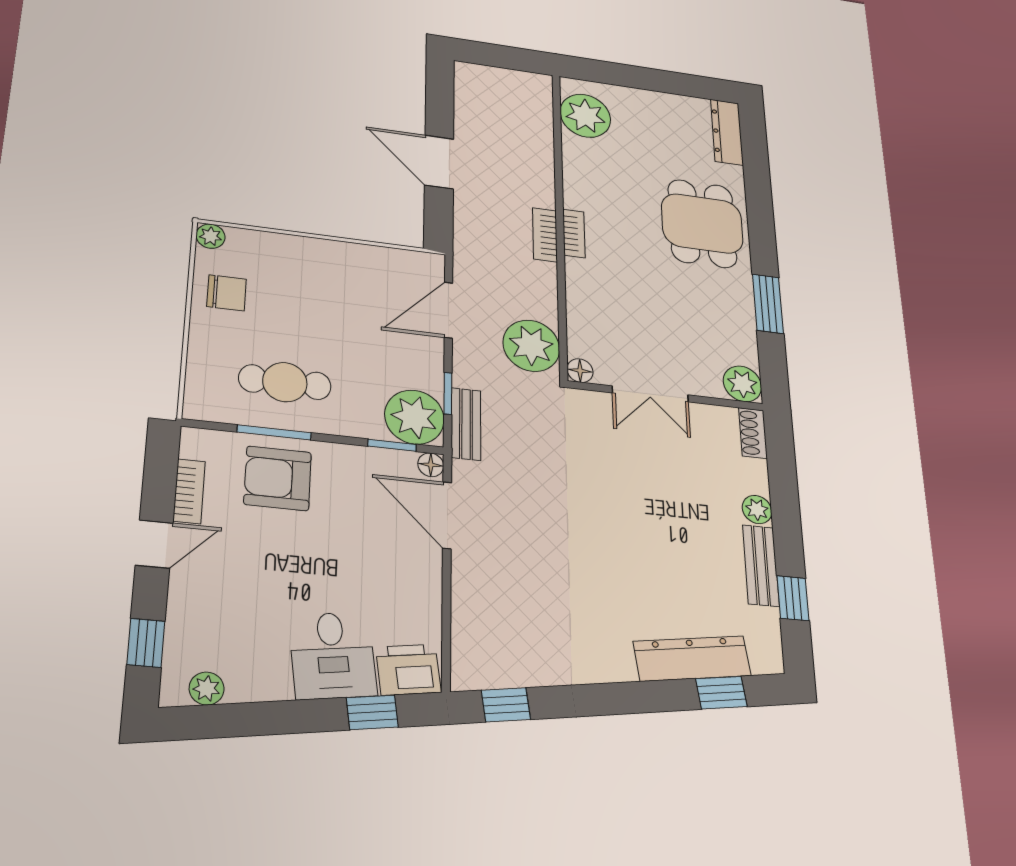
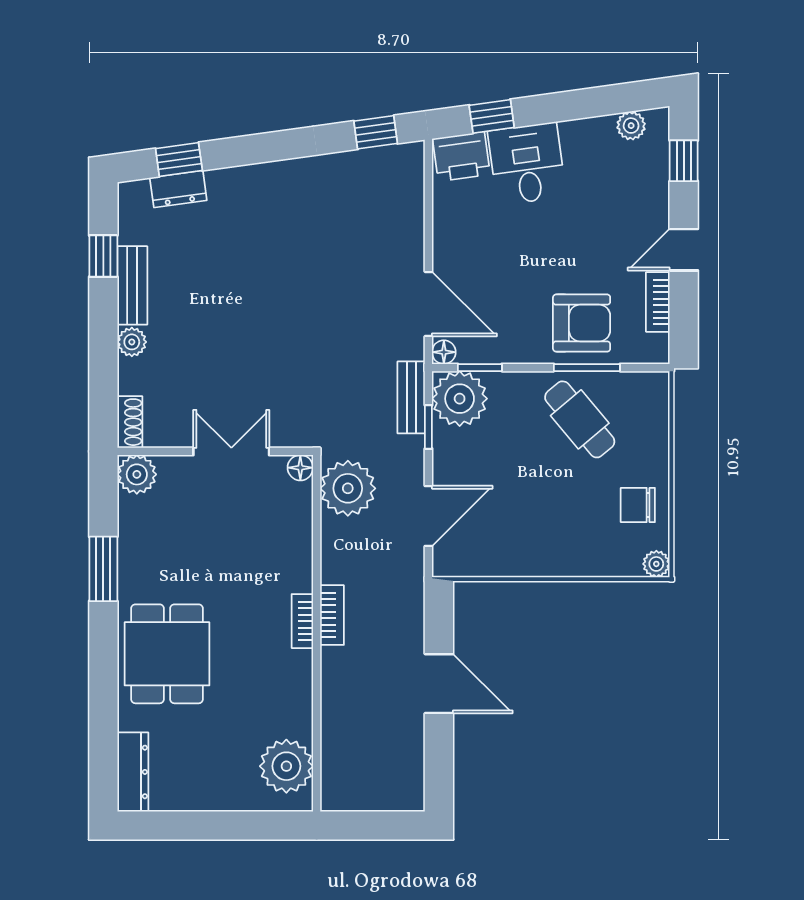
cafe table: (285, 382) -> (580, 419), turned 50
dresser: (692, 658) -> (178, 189), width x0.51, depth x0.80

